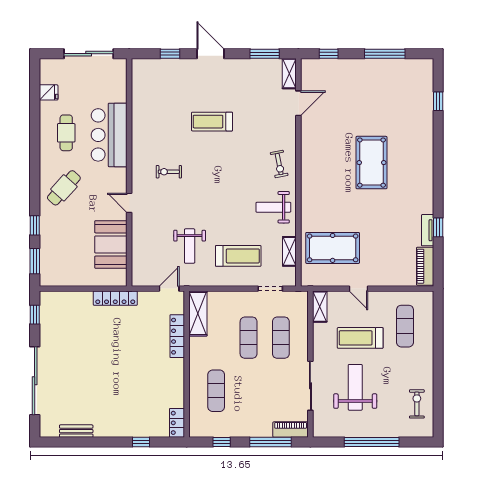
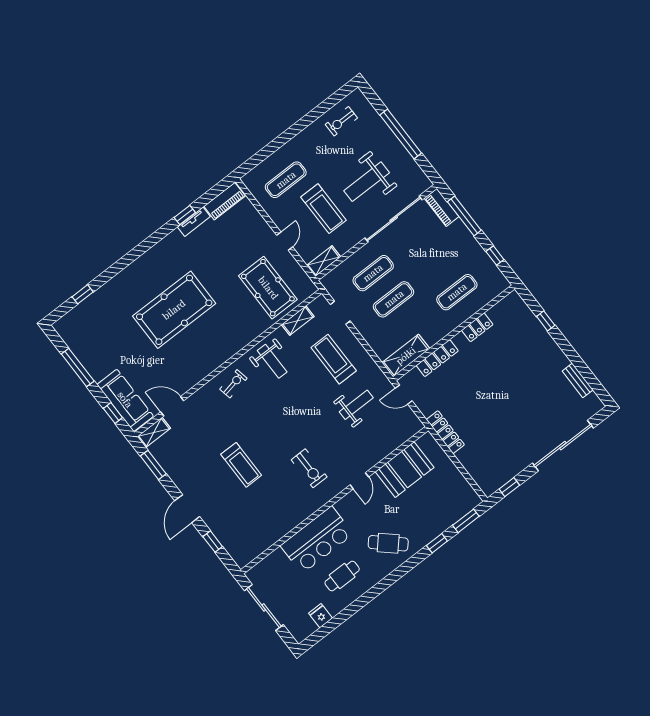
sofa: (331, 71) -> (125, 400), added
pool table: (371, 163) -> (174, 310), width x1.36, depth x1.32
exercise bike: (169, 172) -> (309, 468), width x1.38, depth x1.39
sliding door: (310, 386) -> (394, 219), width x1.36
locker: (177, 423) -> (477, 327), moved

